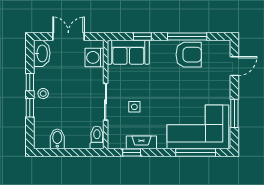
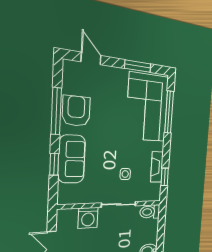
sofa: (128, 52) -> (72, 159), moved
washing machine: (94, 57) -> (88, 218), moved

